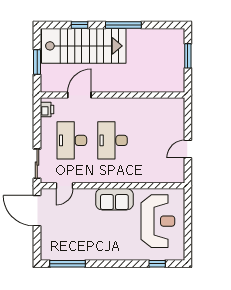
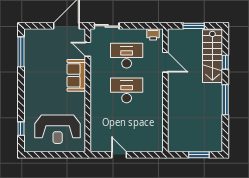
stairs: (84, 46) -> (212, 56), width x0.73, depth x0.66
sofa: (114, 199) -> (76, 75), moved

